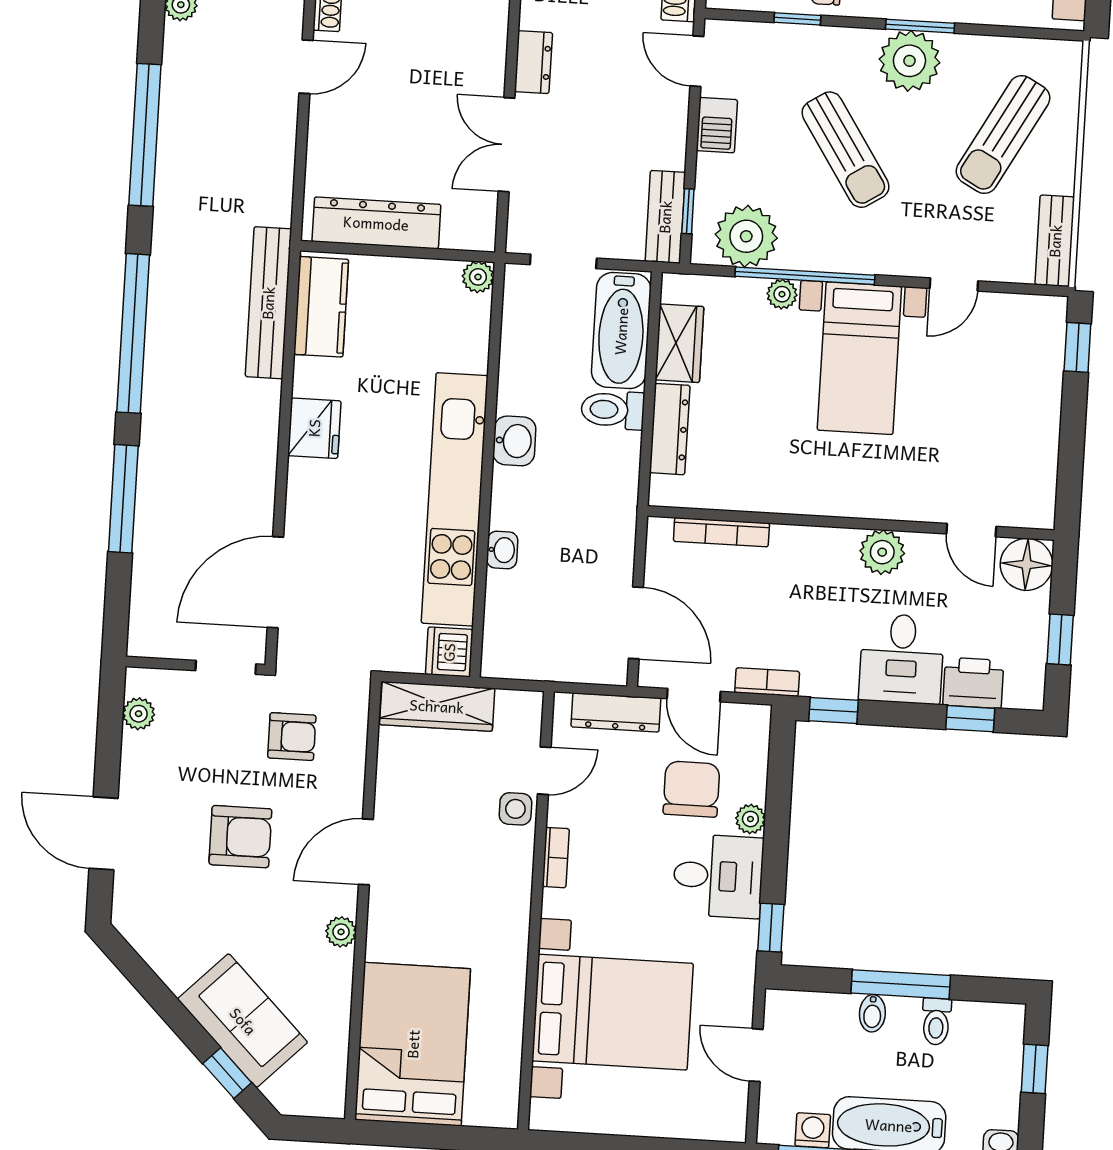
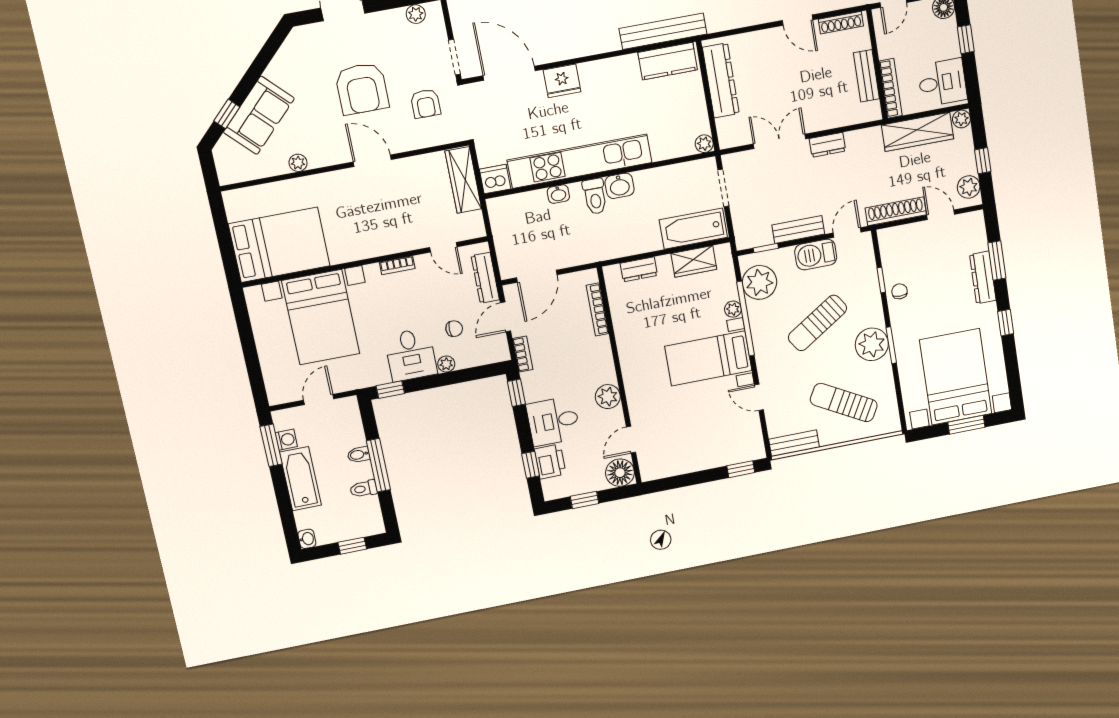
barbecue: (717, 125) -> (816, 255), width x1.38, depth x1.27
bench: (665, 217) -> (798, 230), moved
toilet: (613, 410) -> (595, 196), moved, turned 180
fridge: (314, 428) -> (562, 81), moved
dresser: (670, 429) -> (639, 269), width x0.70
chair: (691, 789) -> (454, 329), width x0.54, depth x0.54
side table: (515, 809) -> (418, 237), removed
armchair: (240, 837) -> (362, 89), width x1.36, depth x1.36
plant: (341, 932) -> (298, 163), moved
bed: (413, 1044) -> (279, 245), moved

